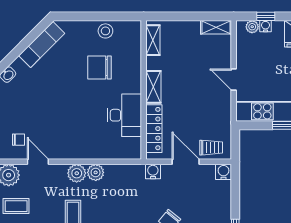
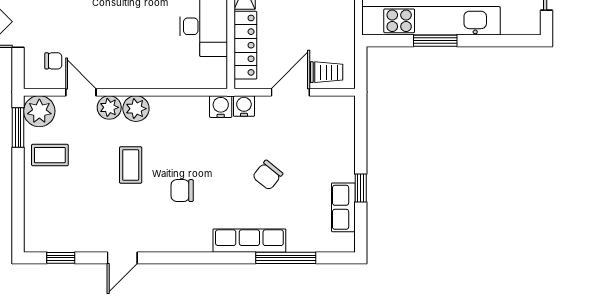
door: (186, 162) -> (290, 92), hinge flipped
plant: (96, 172) -> (109, 107), moved
water cooler: (223, 172) -> (221, 107), moved

